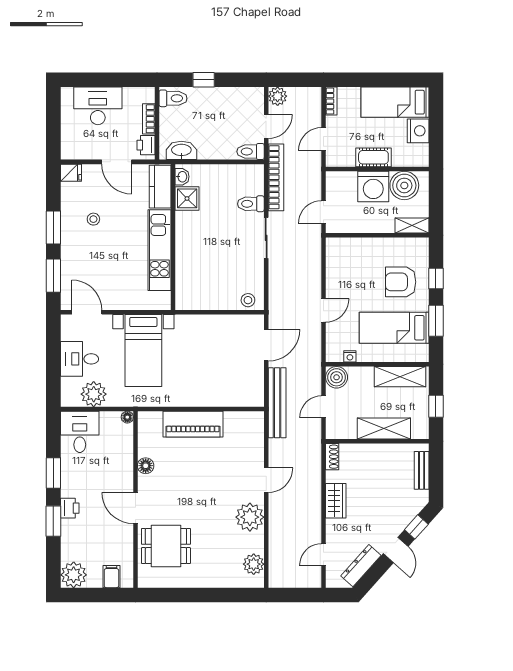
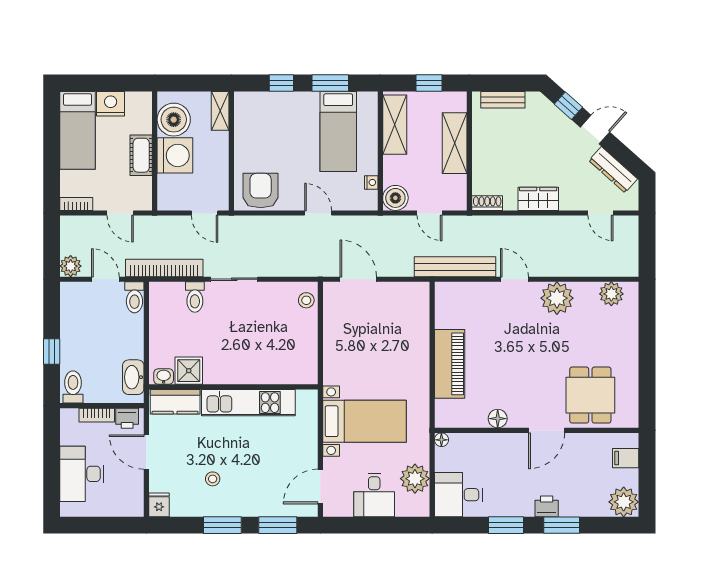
door: (117, 162) -> (146, 452), swing flipped
armchair: (401, 282) -> (261, 191), moved, turned 180
bench: (277, 403) -> (455, 267), moved

